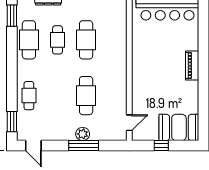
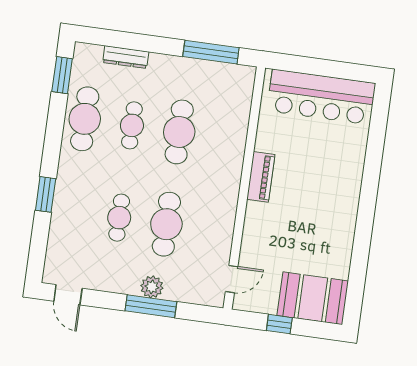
piano: (192, 66) -> (261, 177), moved, turned 180
cafe table: (29, 96) -> (119, 218), moved
window: (12, 122) -> (46, 194), moved

